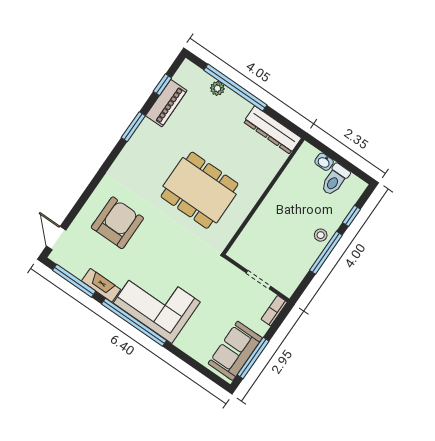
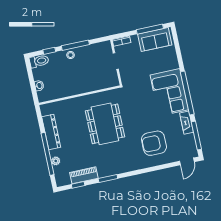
dresser: (272, 130) -> (51, 132), moved
toilet: (335, 180) -> (39, 61), moved

